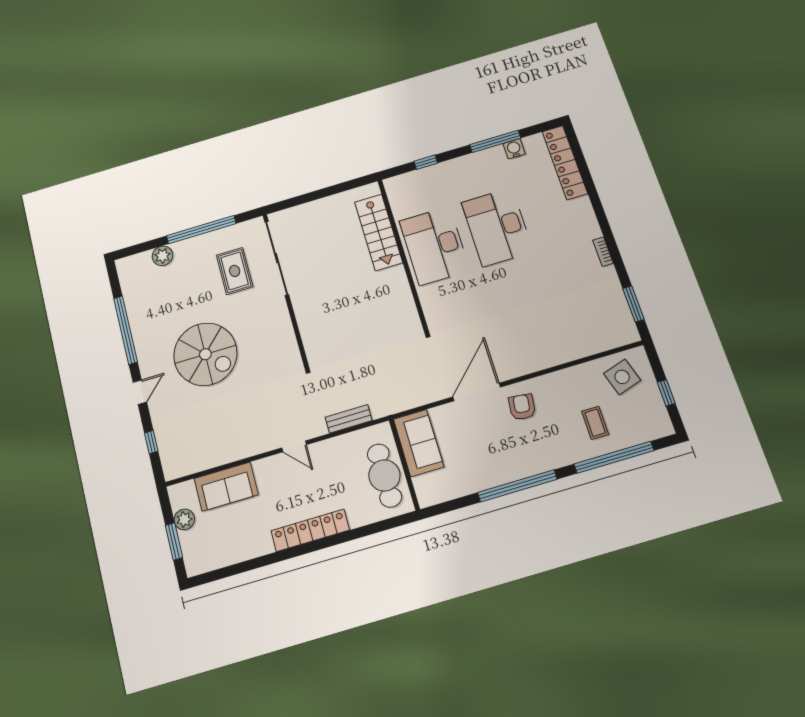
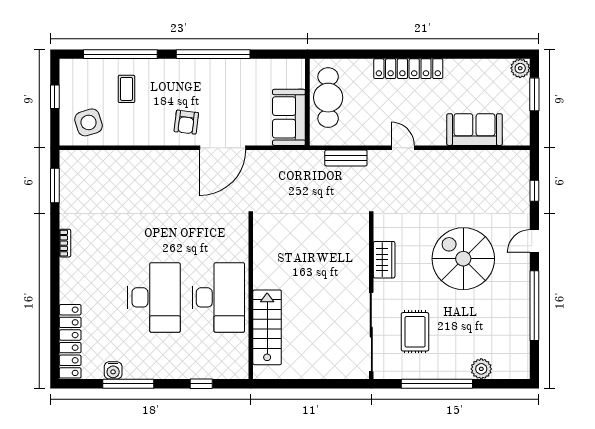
wardrobe: (283, 330) -> (384, 260), added
plant: (184, 519) -> (520, 68), moved

